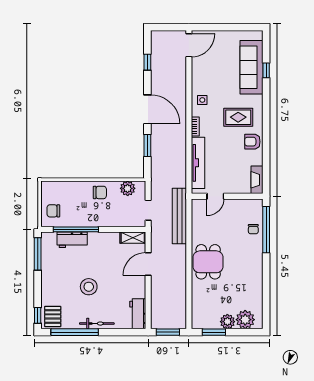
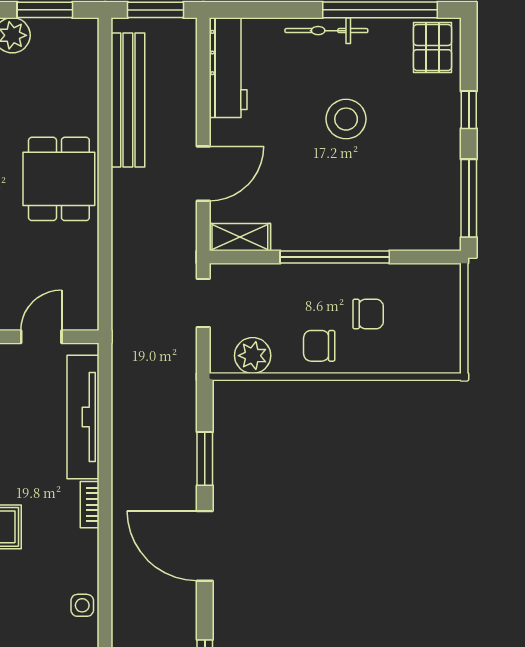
side table: (202, 100) -> (82, 605), moved
chair: (53, 211) -> (368, 314), moved
bench: (179, 216) -> (128, 100), moved
window: (76, 229) -> (335, 257), moved
workbench: (72, 240) -> (386, 232), removed
workbench: (138, 314) -> (228, 68), width x1.38
window: (38, 315) -> (469, 110), moved

